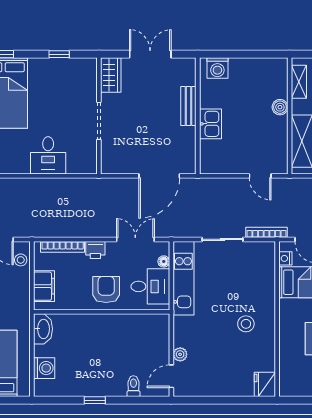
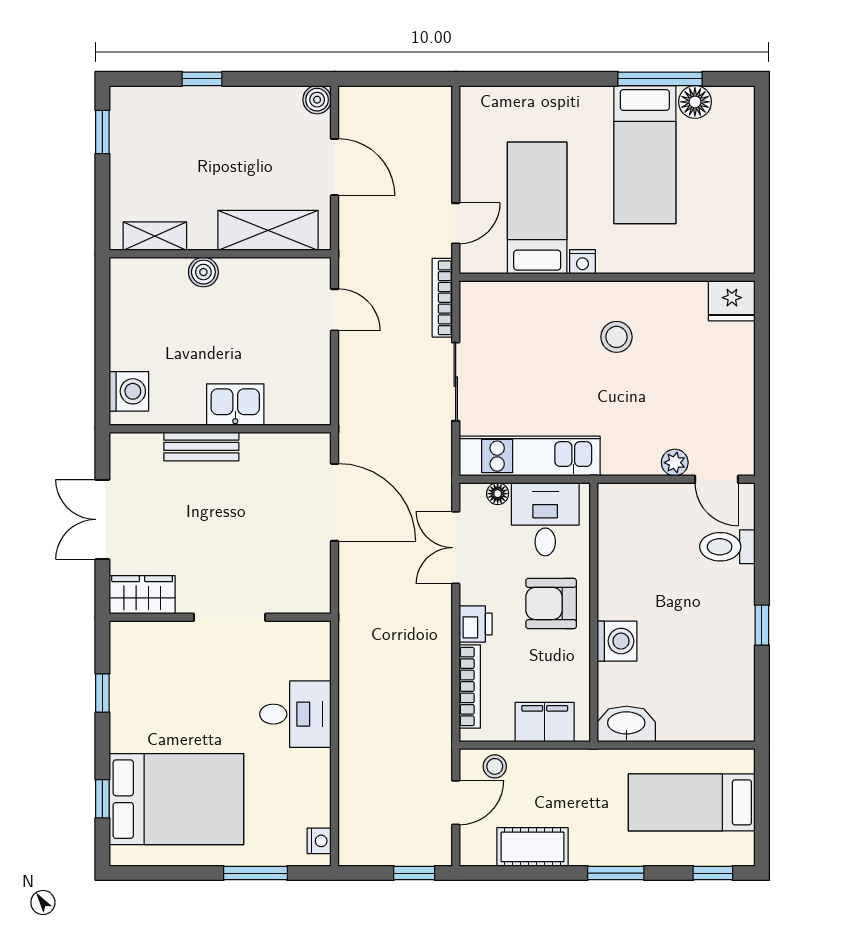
door: (260, 176) -> (335, 310), hinge flipped
nightstand: (285, 258) -> (582, 262), moved
washing machine: (44, 368) -> (617, 641), moved, turned 90
toilet: (133, 386) -> (727, 547), width x1.37, depth x1.39

